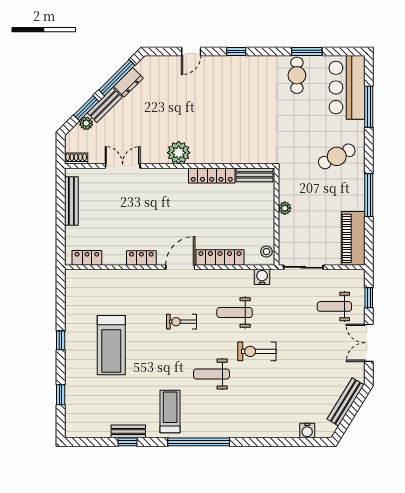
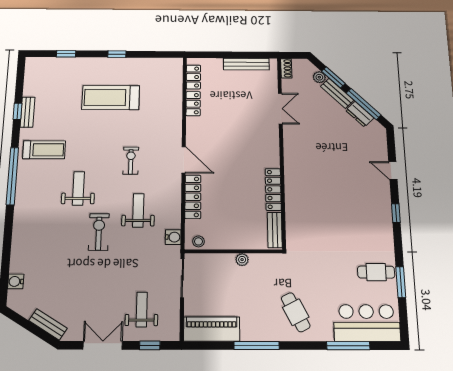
plant: (179, 153) -> (295, 159), removed
locker: (141, 258) -> (193, 104), moved
bench: (346, 402) -> (48, 324), width x0.73

